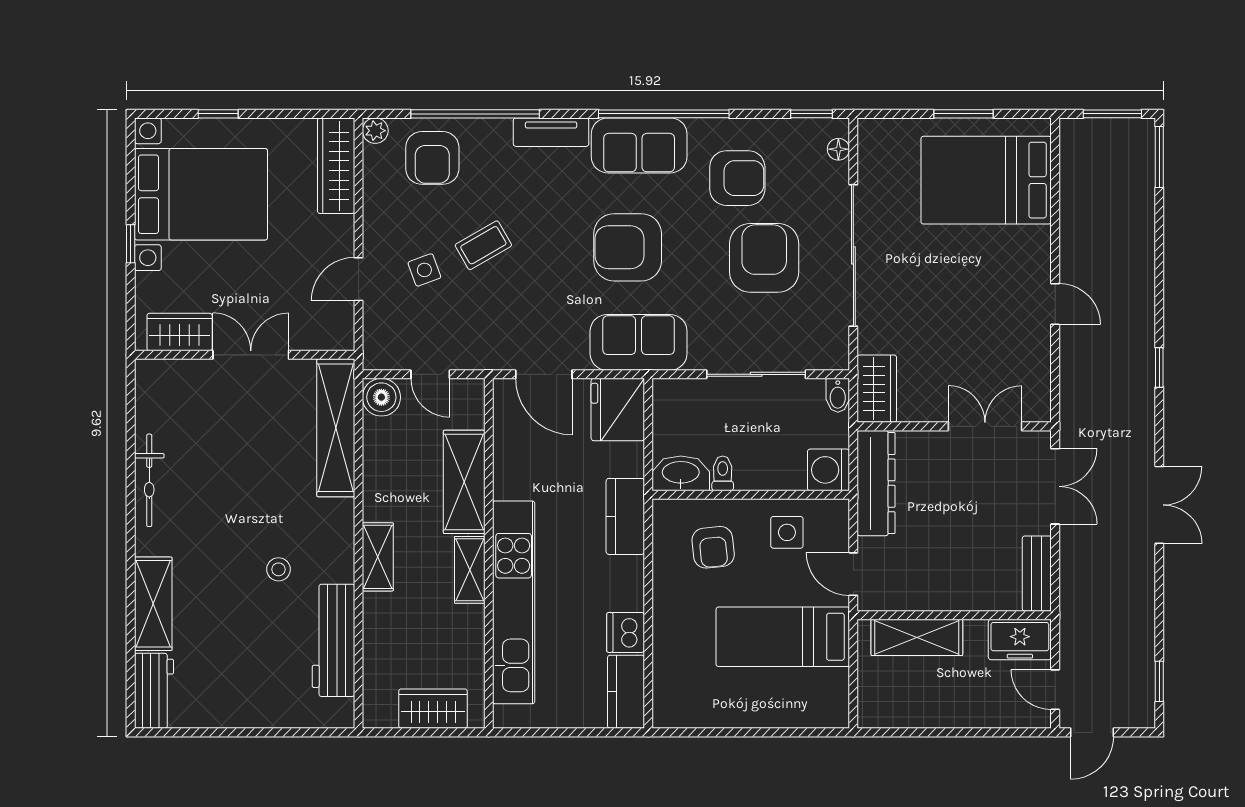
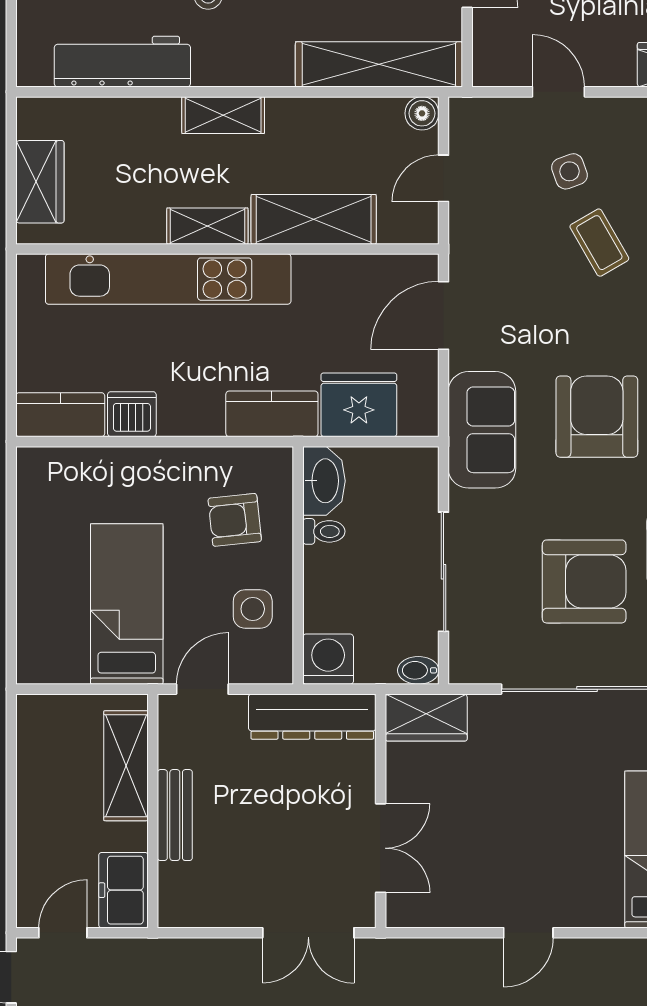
boiler: (381, 397) -> (422, 113), width x0.73, depth x0.73
fridge: (618, 410) -> (359, 405), moved
bench: (1037, 574) -> (175, 815), moved, turned 90

